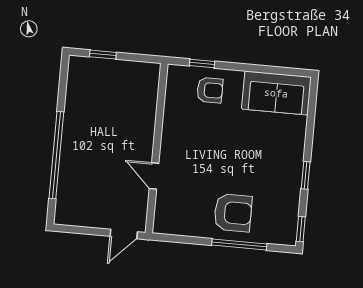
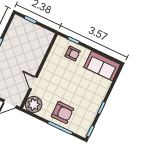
plant: (171, 218) -> (34, 104), added

